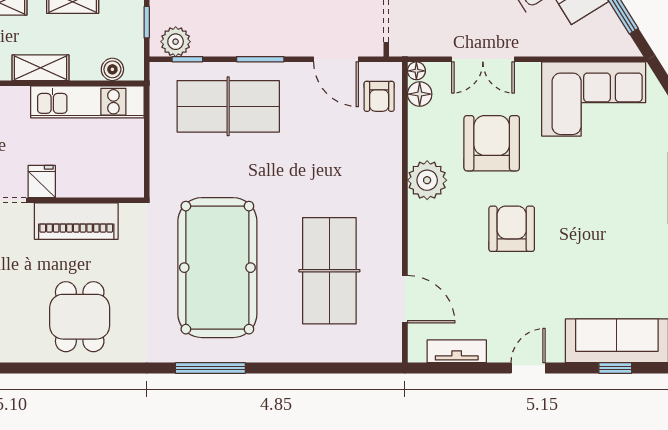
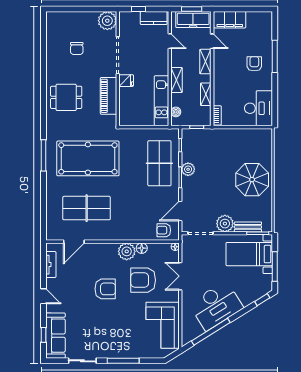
plant: (176, 42) -> (188, 169), moved
floor lamp: (420, 94) -> (142, 248), moved
armchair: (492, 143) -> (143, 280), turned 180

